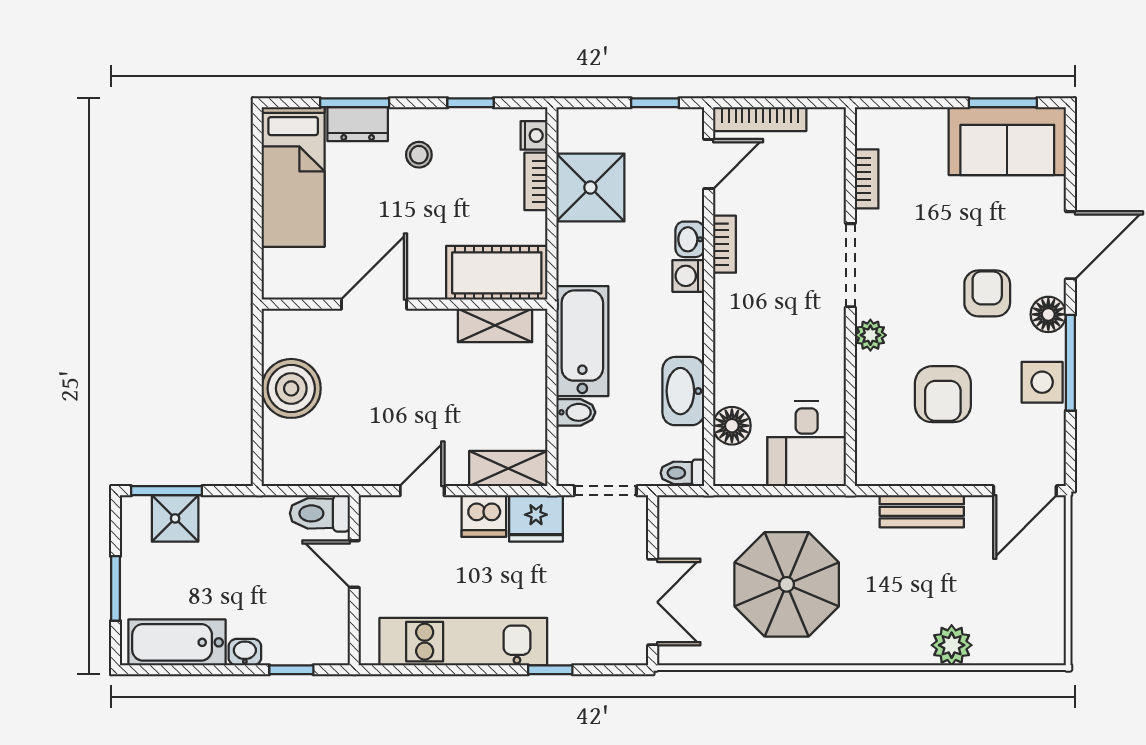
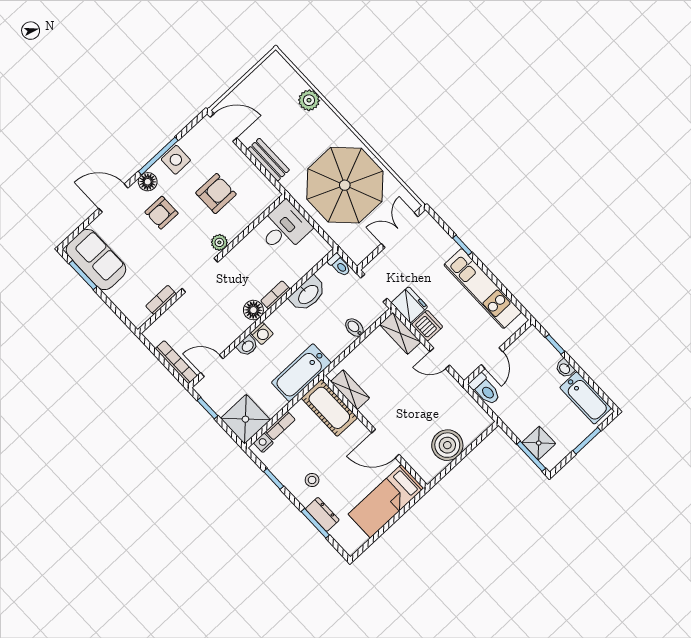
bed: (293, 177) -> (386, 501), moved, turned 180
shower: (590, 187) -> (245, 419), moved
bookcase: (724, 244) -> (275, 295), moved
bathtub: (582, 341) -> (301, 373), moved
floor lamp: (732, 426) -> (253, 310), moved
parasol: (787, 584) -> (345, 185), width x1.36, depth x1.36

